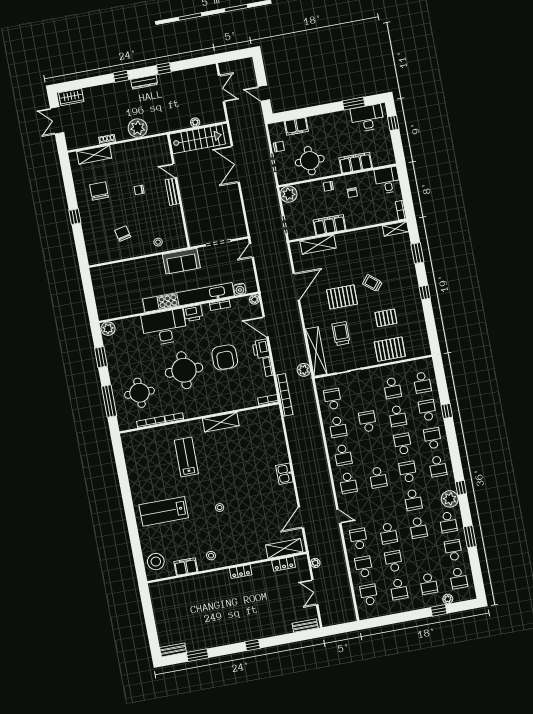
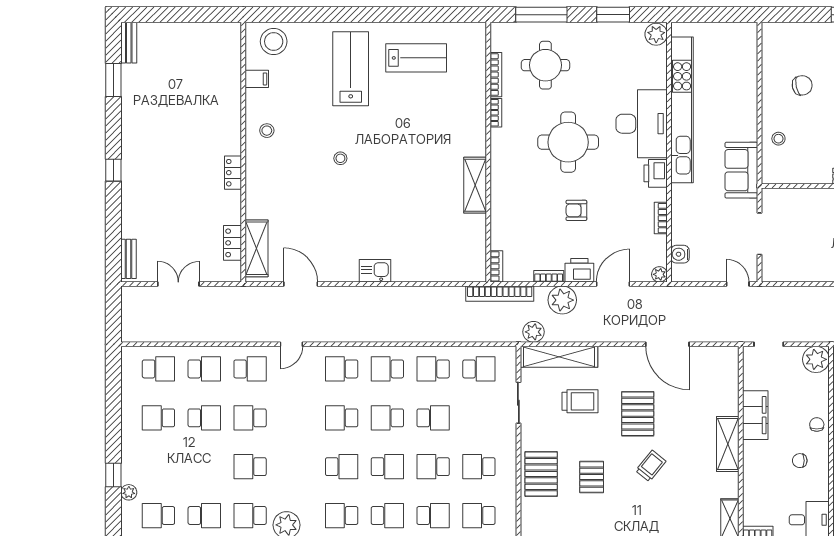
shelving: (318, 244) -> (728, 444), moved
kitchen unit: (188, 297) -> (682, 110), moved
armchair: (225, 357) -> (576, 210), width x0.53, depth x0.53
lab bench: (186, 457) -> (416, 58), moved
school desk: (413, 500) -> (387, 418), moved
plant: (315, 563) -> (562, 300), moved, width x1.88, depth x1.88
filing cabinet: (186, 567) -> (257, 79), width x0.50
school desk: (429, 584) -> (158, 467), removed

